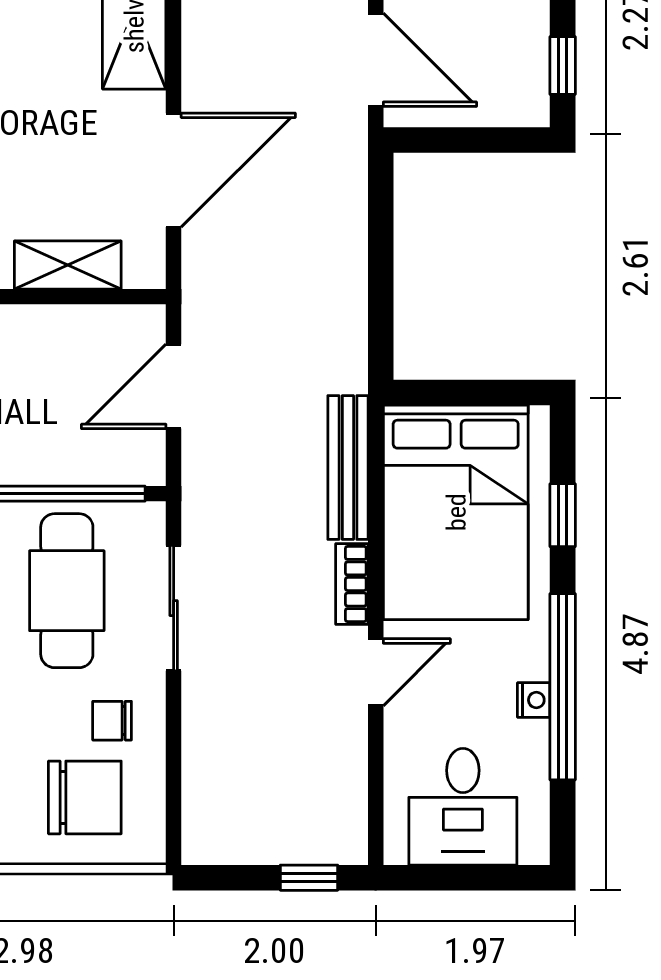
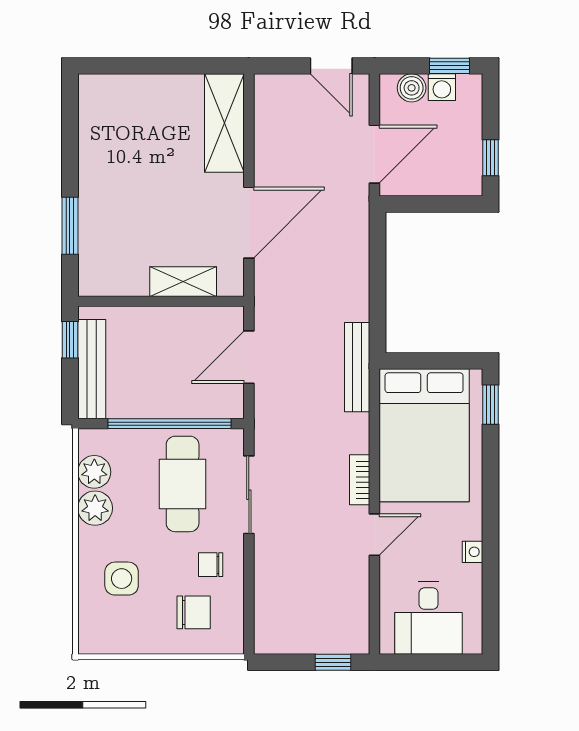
door: (376, 60) -> (374, 154), hinge flipped
bench: (348, 468) -> (357, 367), moved
window: (563, 515) -> (491, 405), moved
window: (563, 687) -> (491, 544), removed
chair: (85, 797) -> (194, 612), width x0.73, depth x0.73

